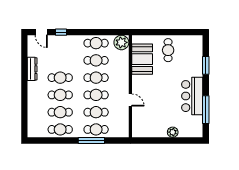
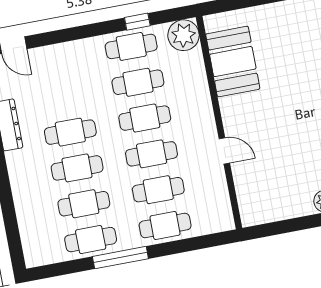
window: (61, 32) -> (137, 22), moved
cafe table: (168, 50) -> (283, 33), removed
window: (91, 140) -> (120, 258), moved

